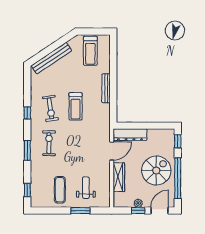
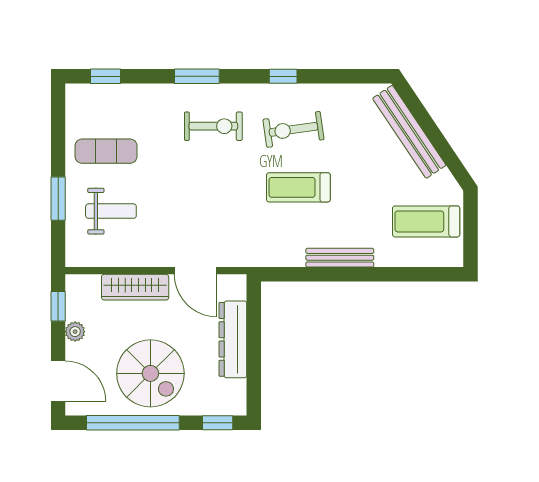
dresser: (130, 135) -> (233, 339), moved
window: (138, 211) -> (58, 306), moved

